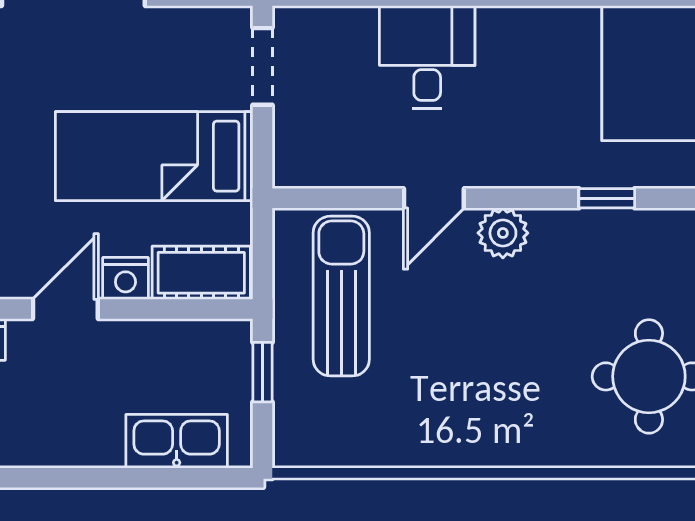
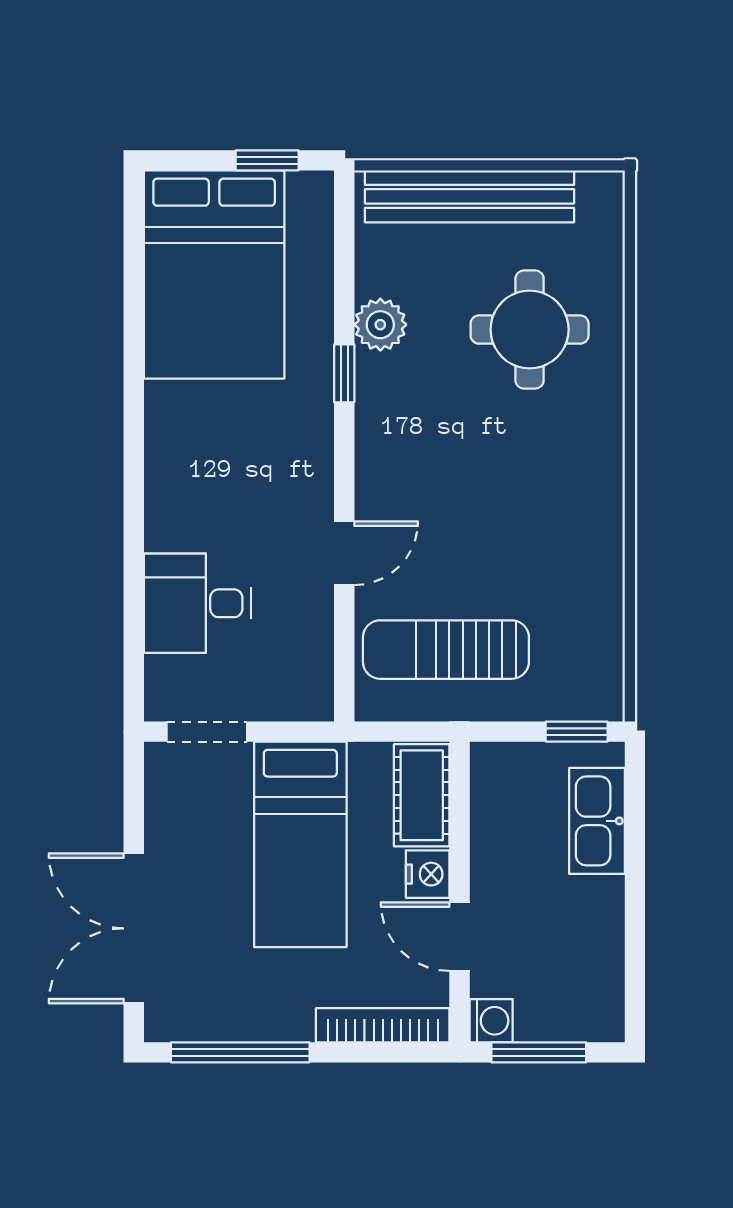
desk: (427, 57) -> (197, 603), moved
door: (434, 198) -> (344, 553), hinge flipped
plant: (503, 233) -> (380, 325), moved
window: (262, 372) -> (577, 732), moved

